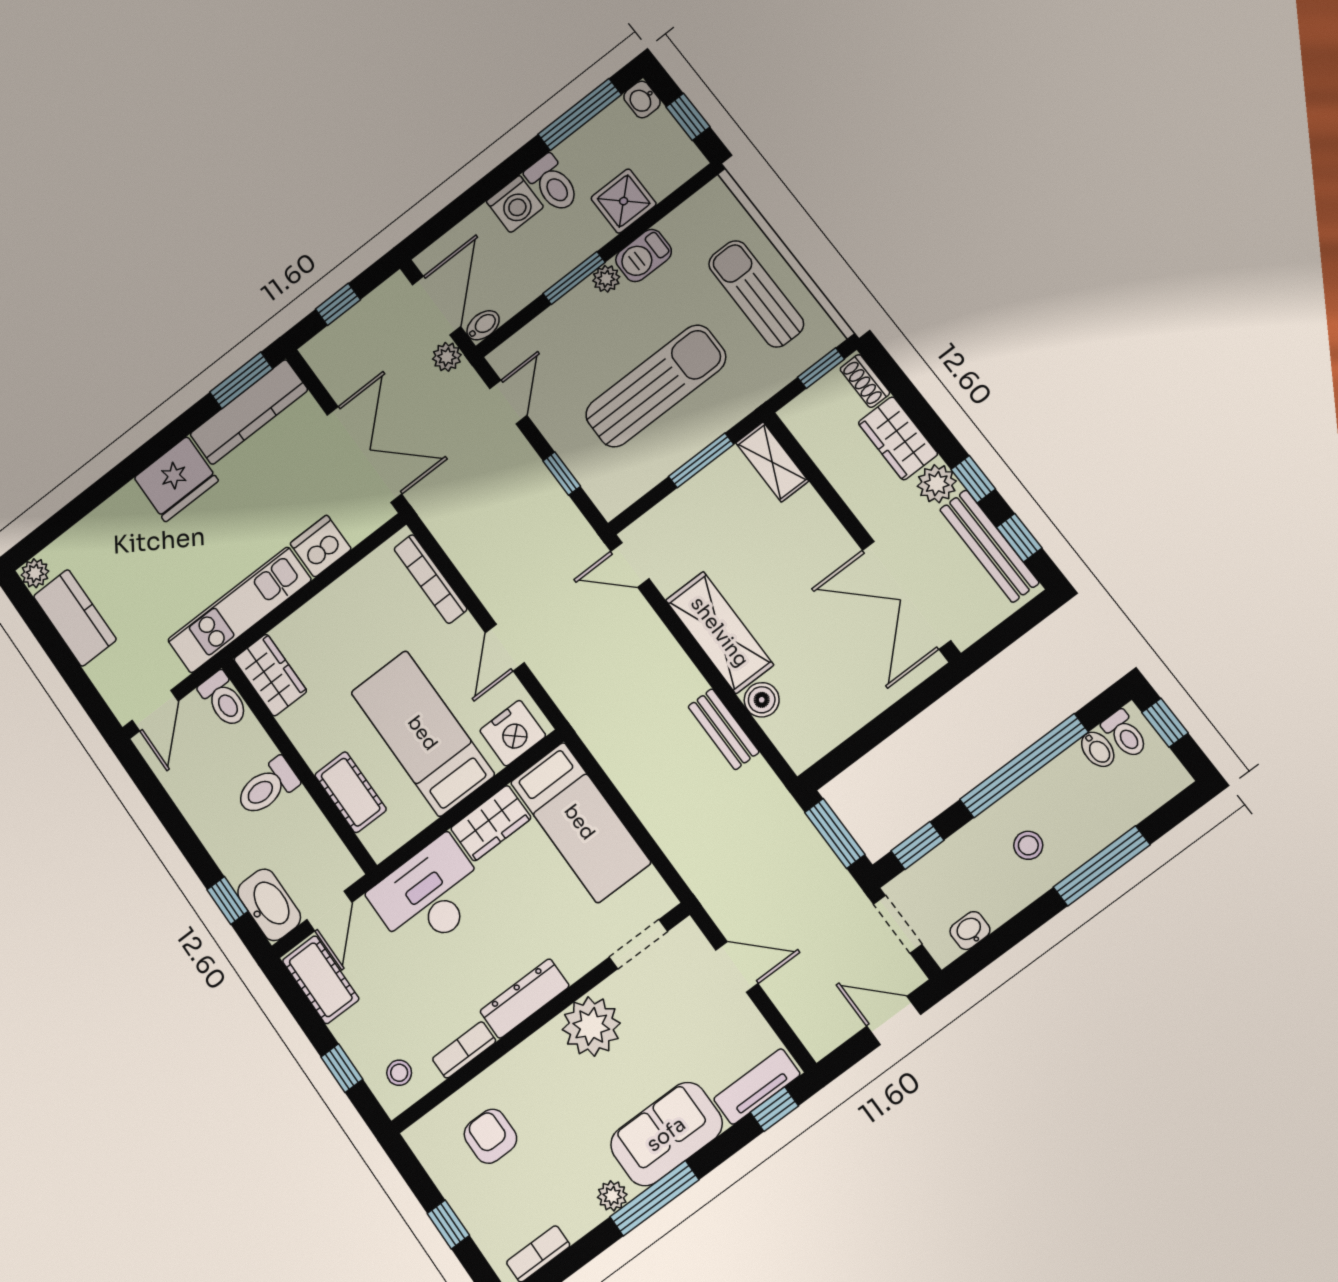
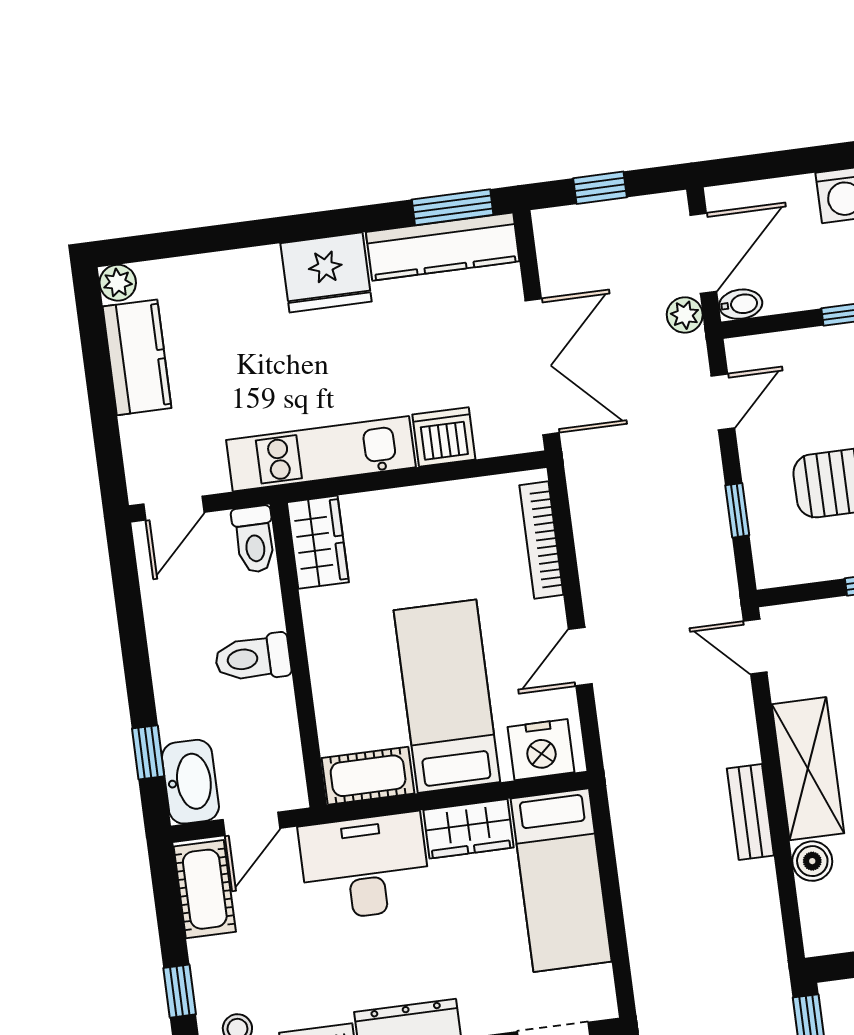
bench: (724, 729) -> (750, 812), moved
cot: (351, 792) -> (368, 776), moved, turned 90

